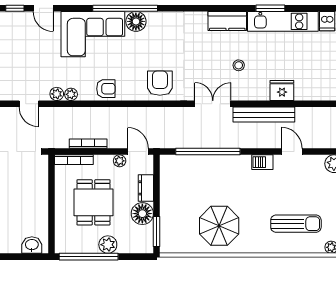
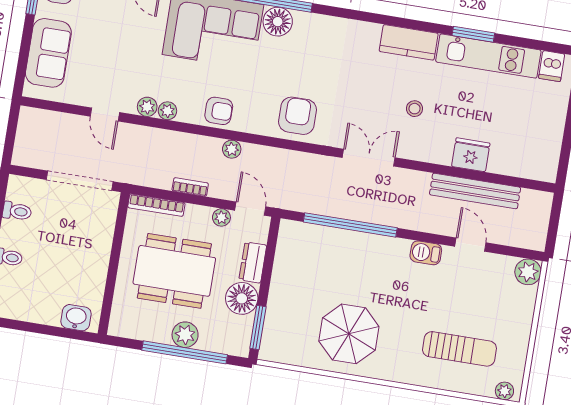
plant: (119, 113) -> (232, 149), added
bench: (264, 115) -> (475, 191), moved
bookcase: (88, 144) -> (190, 187), width x0.64
dining table: (93, 202) -> (174, 271), width x1.38
window: (89, 257) -> (185, 352), moved

